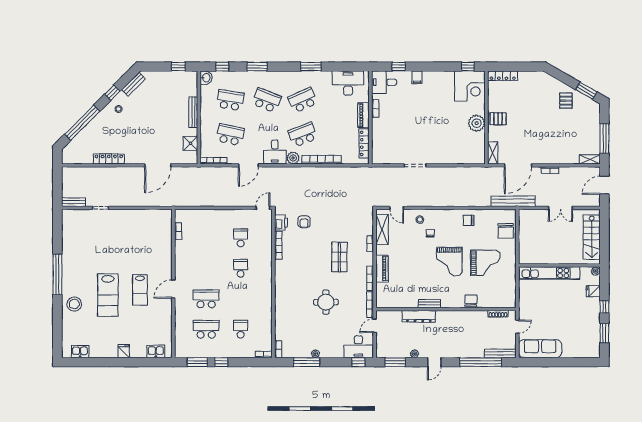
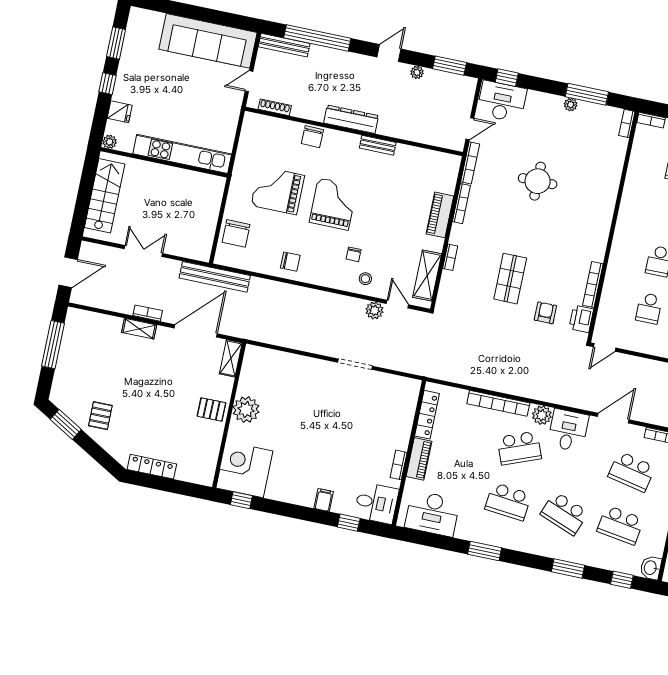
locker: (503, 76) -> (152, 467), moved
school desk: (303, 100) -> (508, 502), turned 30
shelving: (590, 159) -> (139, 329), moved
plant: (410, 201) -> (374, 310), added
chair: (506, 231) -> (236, 233), turned 180
shop shelf: (339, 257) -> (510, 279), moved
dresser: (419, 316) -> (351, 119), moved
sofa: (540, 349) -> (208, 41), width x1.36, depth x1.27

